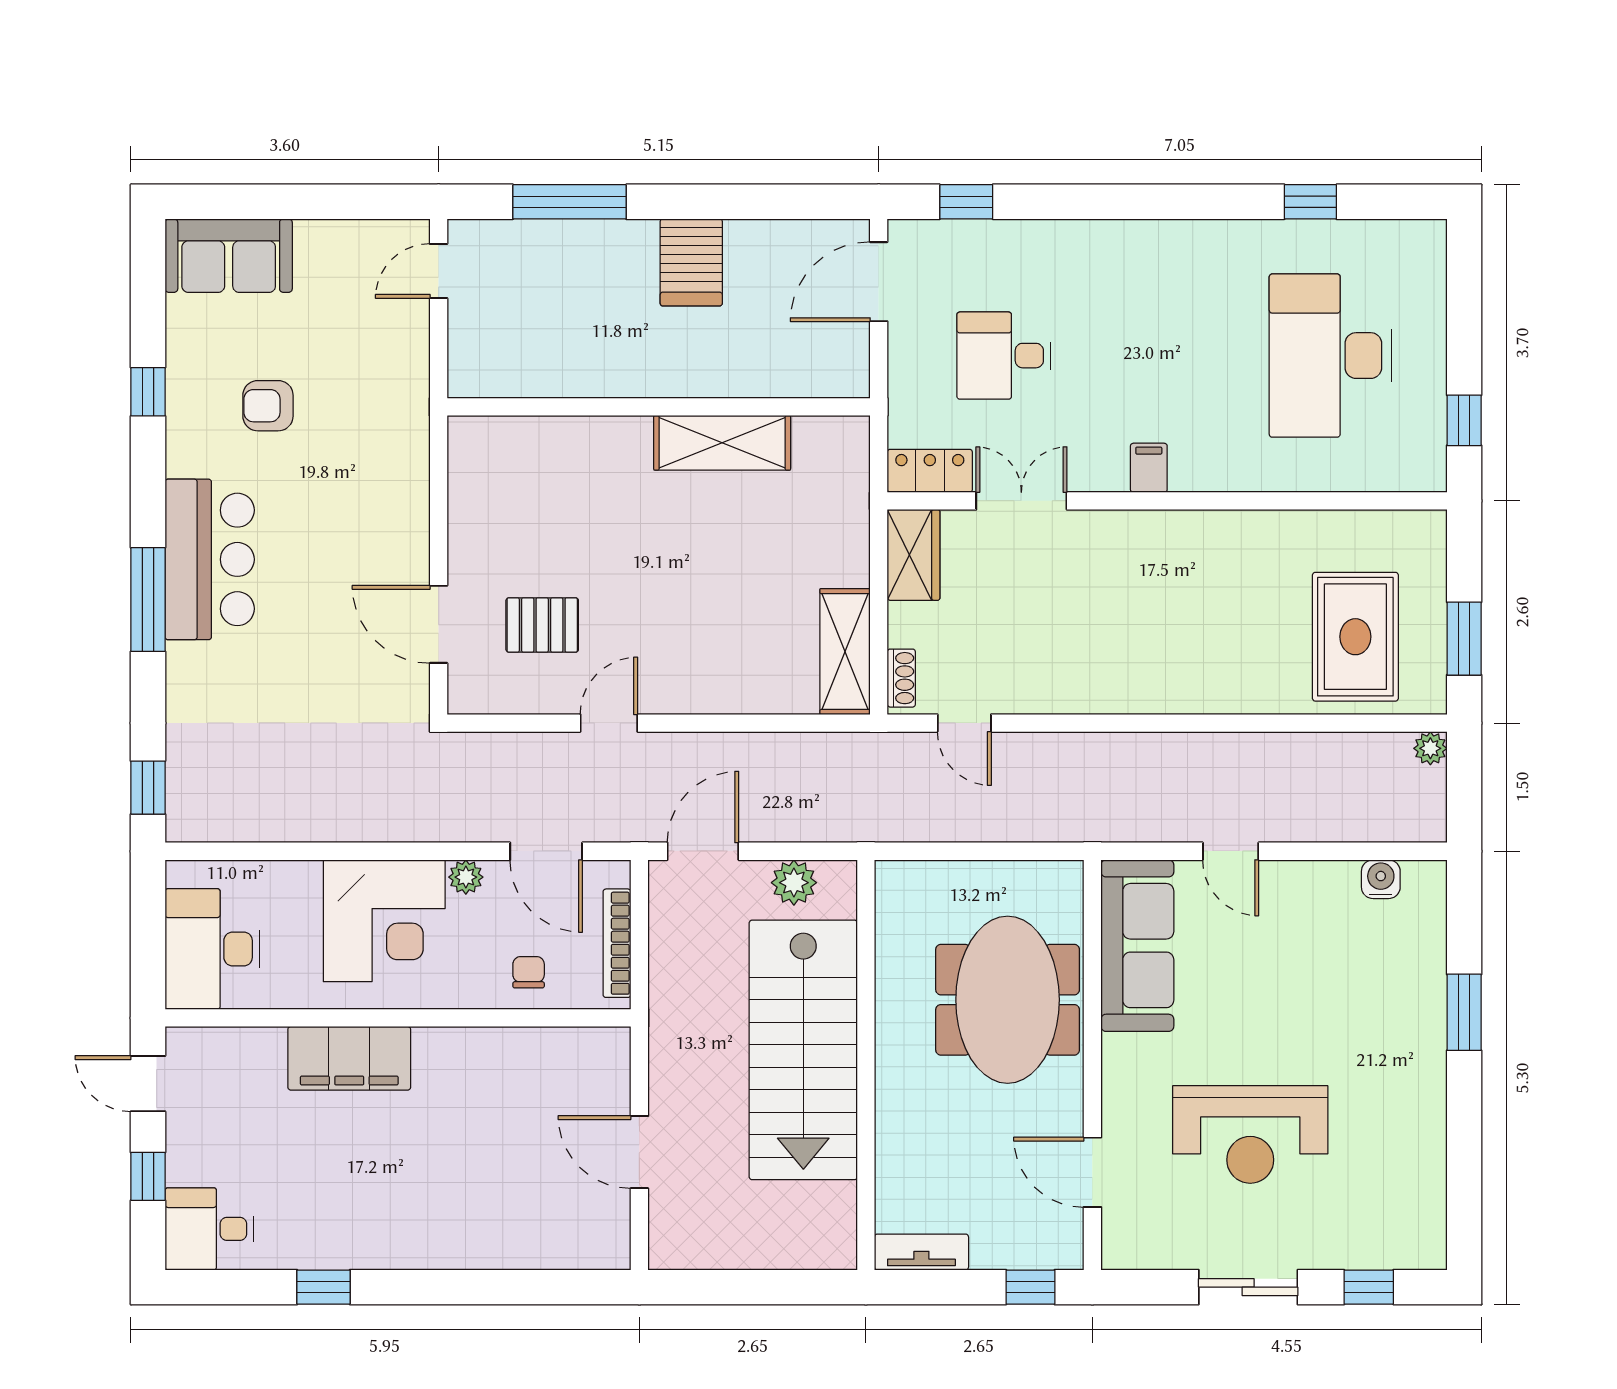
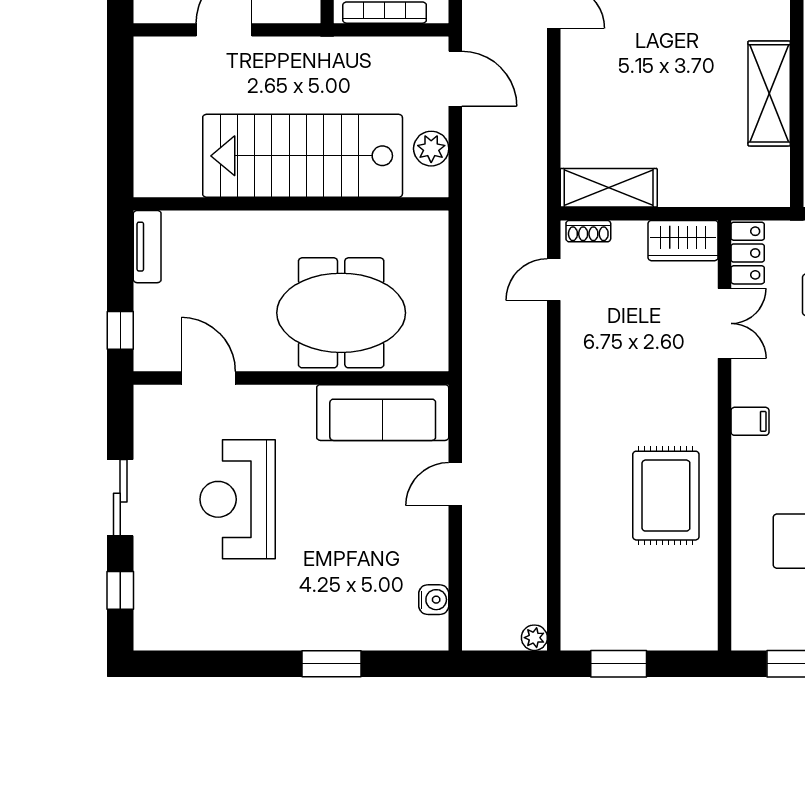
rug: (1355, 637) -> (666, 496), moved, turned 90
door: (1092, 1172) -> (208, 378), hinge flipped

